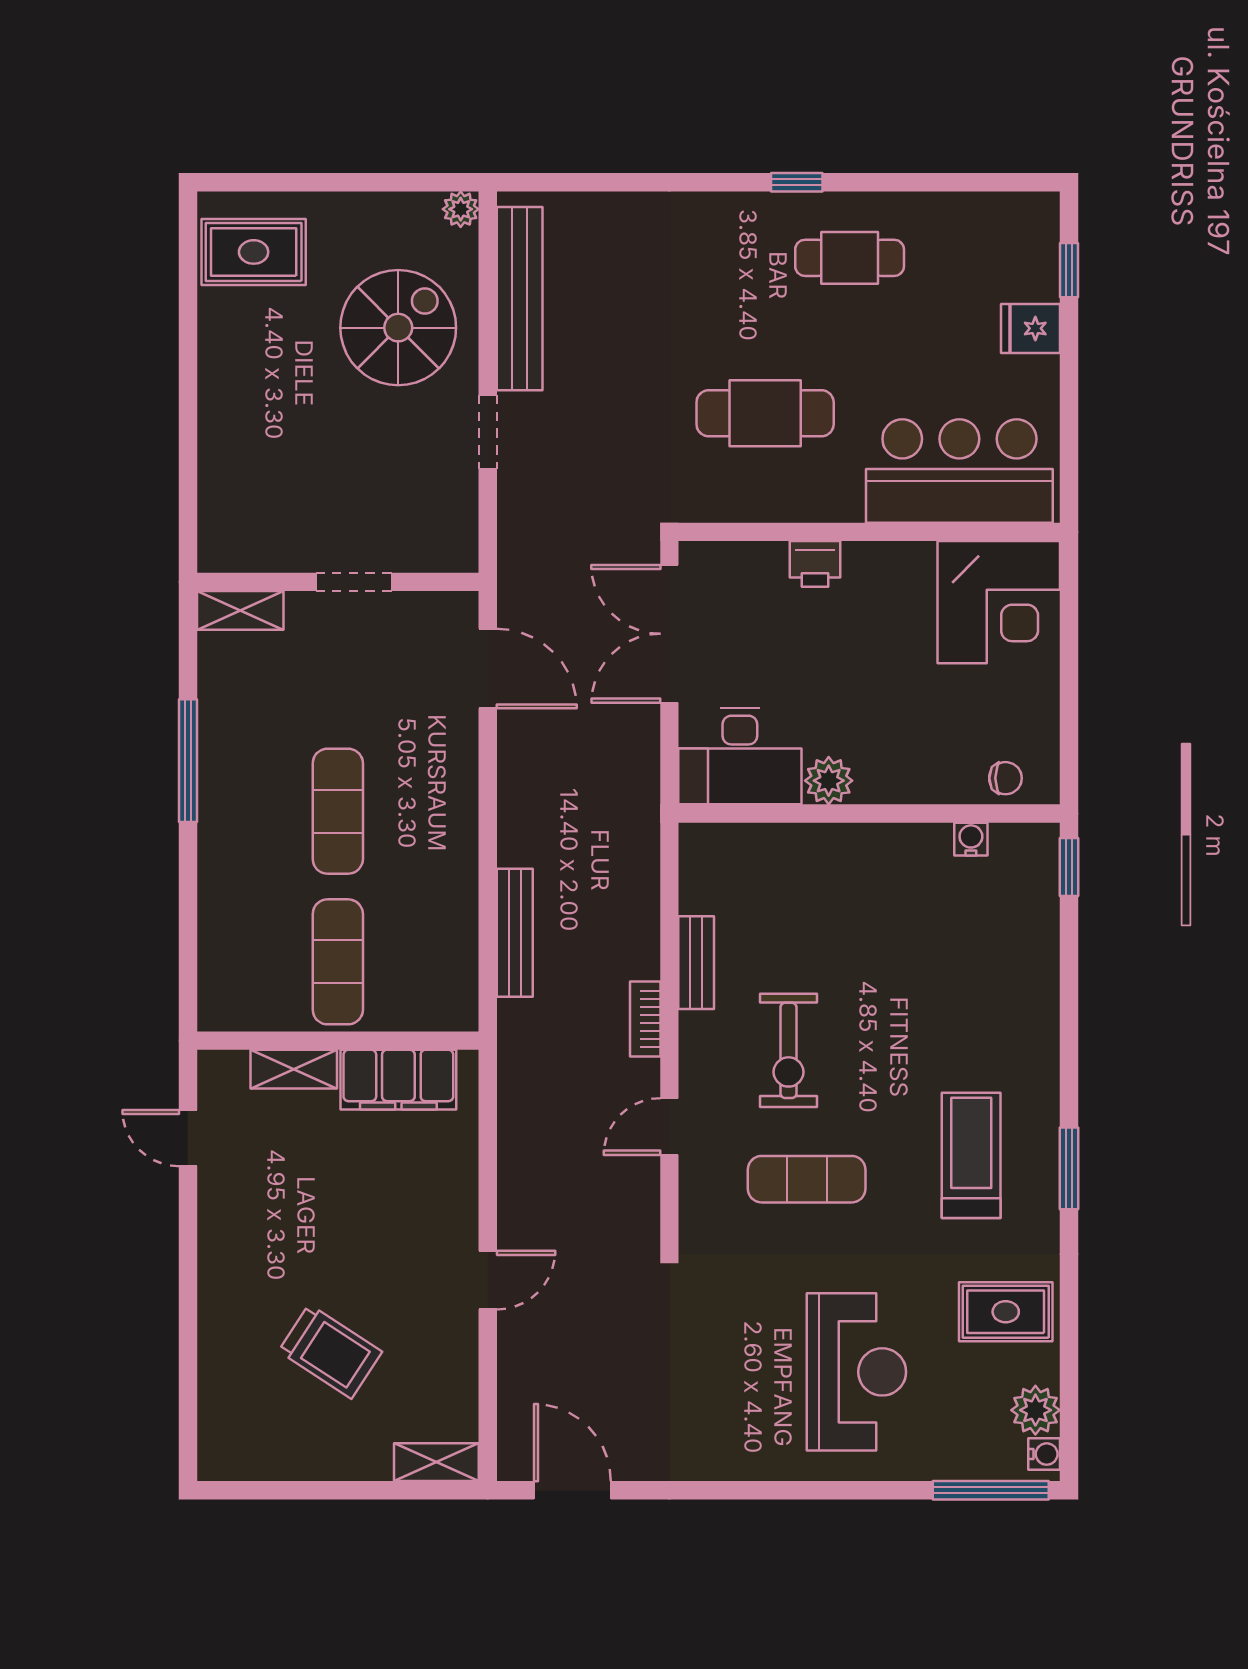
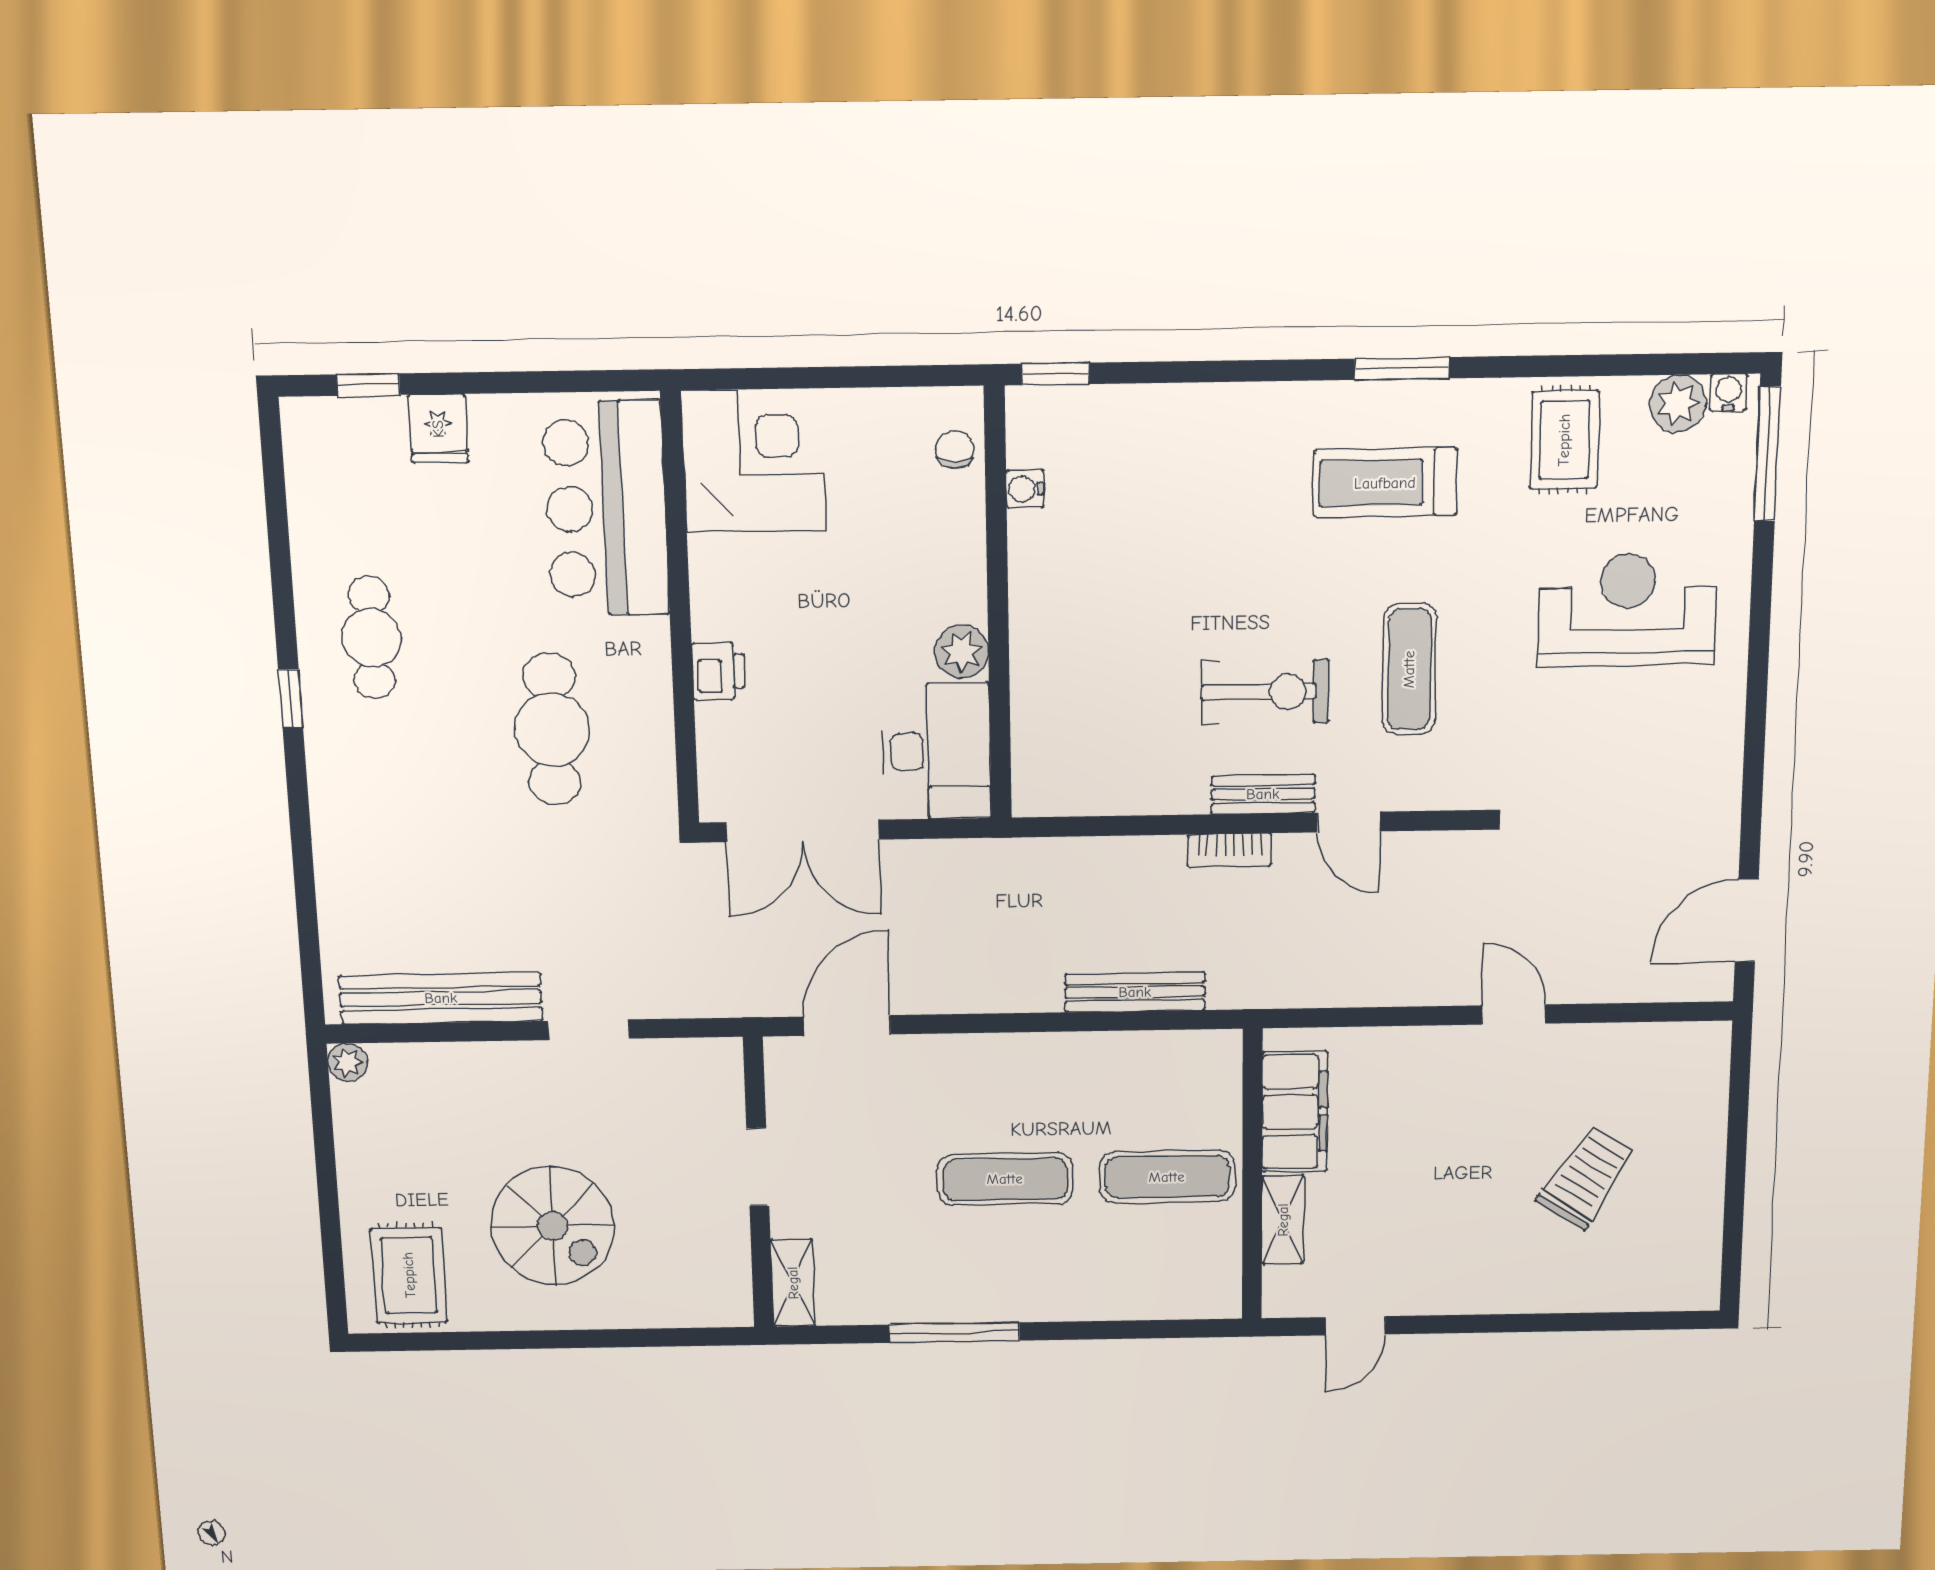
spiral stairs: (398, 328) -> (553, 1226), moved, turned 180
bench: (696, 963) -> (1263, 794), moved
shelving: (436, 1462) -> (1710, 1065), removed

